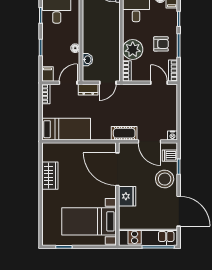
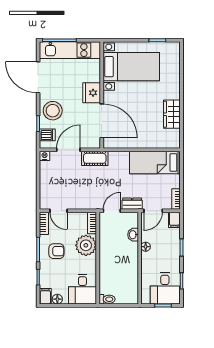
armchair: (161, 44) -> (56, 251), turned 180
door: (149, 141) -> (68, 150), hinge flipped

